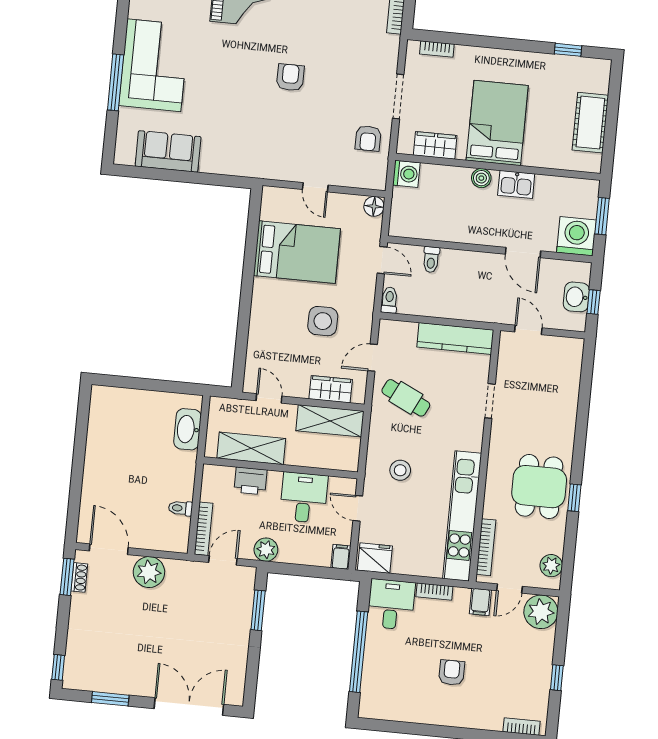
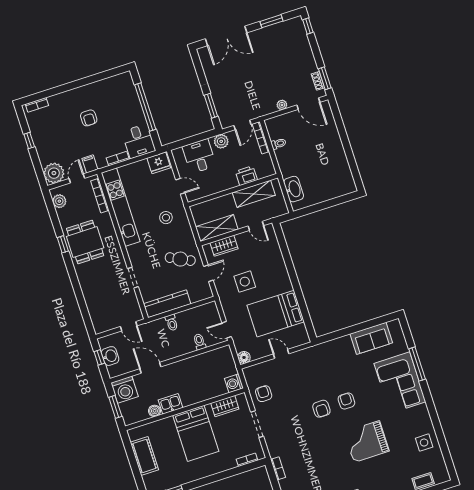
armchair: (247, 73) -> (346, 401), added
boiler: (481, 178) -> (155, 411), moved
toilet: (389, 300) -> (172, 323), moved
desk: (304, 498) -> (199, 156), moved, turned 180
filing cabinet: (341, 557) -> (178, 155), removed
plant: (149, 572) -> (282, 105), width x0.53, depth x0.53

